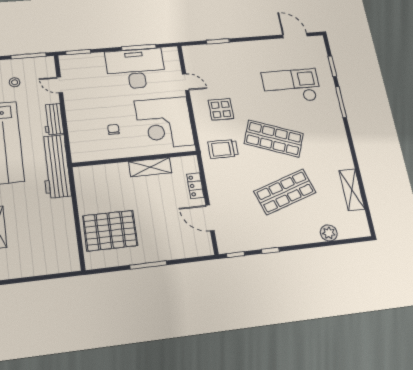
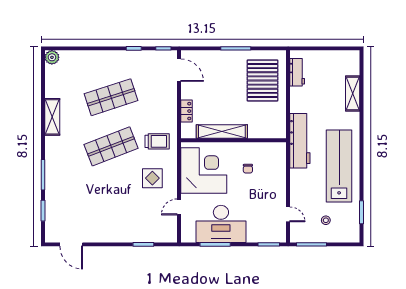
door: (186, 82) -> (179, 207), hinge flipped
checkout: (292, 86) -> (85, 194), removed
workbench: (53, 119) -> (297, 72), moved
shop shelf: (274, 139) -> (111, 146), turned -42
shelving: (150, 167) -> (222, 131), width x1.47
shelving: (352, 190) -> (52, 117), moved
door: (210, 218) -> (179, 70), moved
pallet: (110, 231) -> (262, 80), turned 90
plant: (329, 233) -> (52, 57), moved

